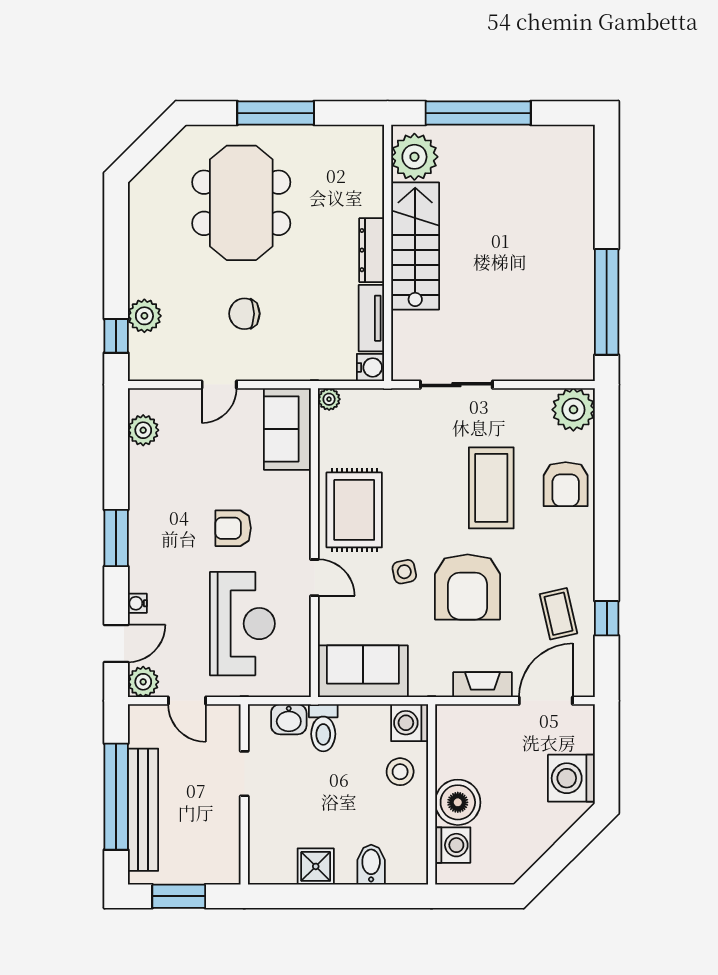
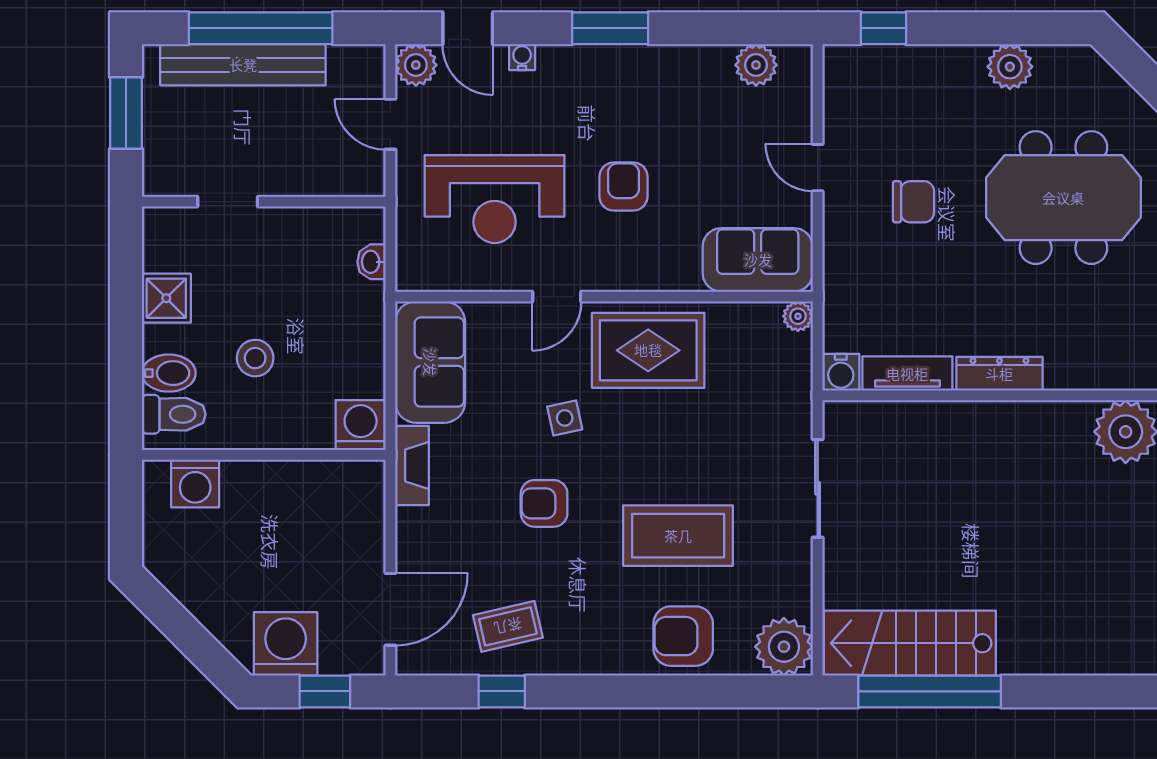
stairs: (415, 246) -> (910, 643), moved, turned 180
chair: (244, 314) -> (913, 202), turned 90
plant: (144, 316) -> (1010, 67), moved
armchair: (468, 587) -> (544, 503), width x0.53, depth x0.53
fireplace: (483, 685) -> (412, 465), moved
door: (187, 701) -> (390, 124), hinge flipped
door: (546, 701) -> (390, 609), hinge flipped
washbasin: (289, 719) -> (371, 262), width x0.72, depth x0.69
toilet: (323, 728) -> (174, 414), moved, turned 180
window: (607, 749) -> (325, 691), added
stool: (400, 772) -> (255, 358), moved
doorway: (244, 774) -> (228, 202), moved
boiler: (458, 802) -> (253, 490), removed

